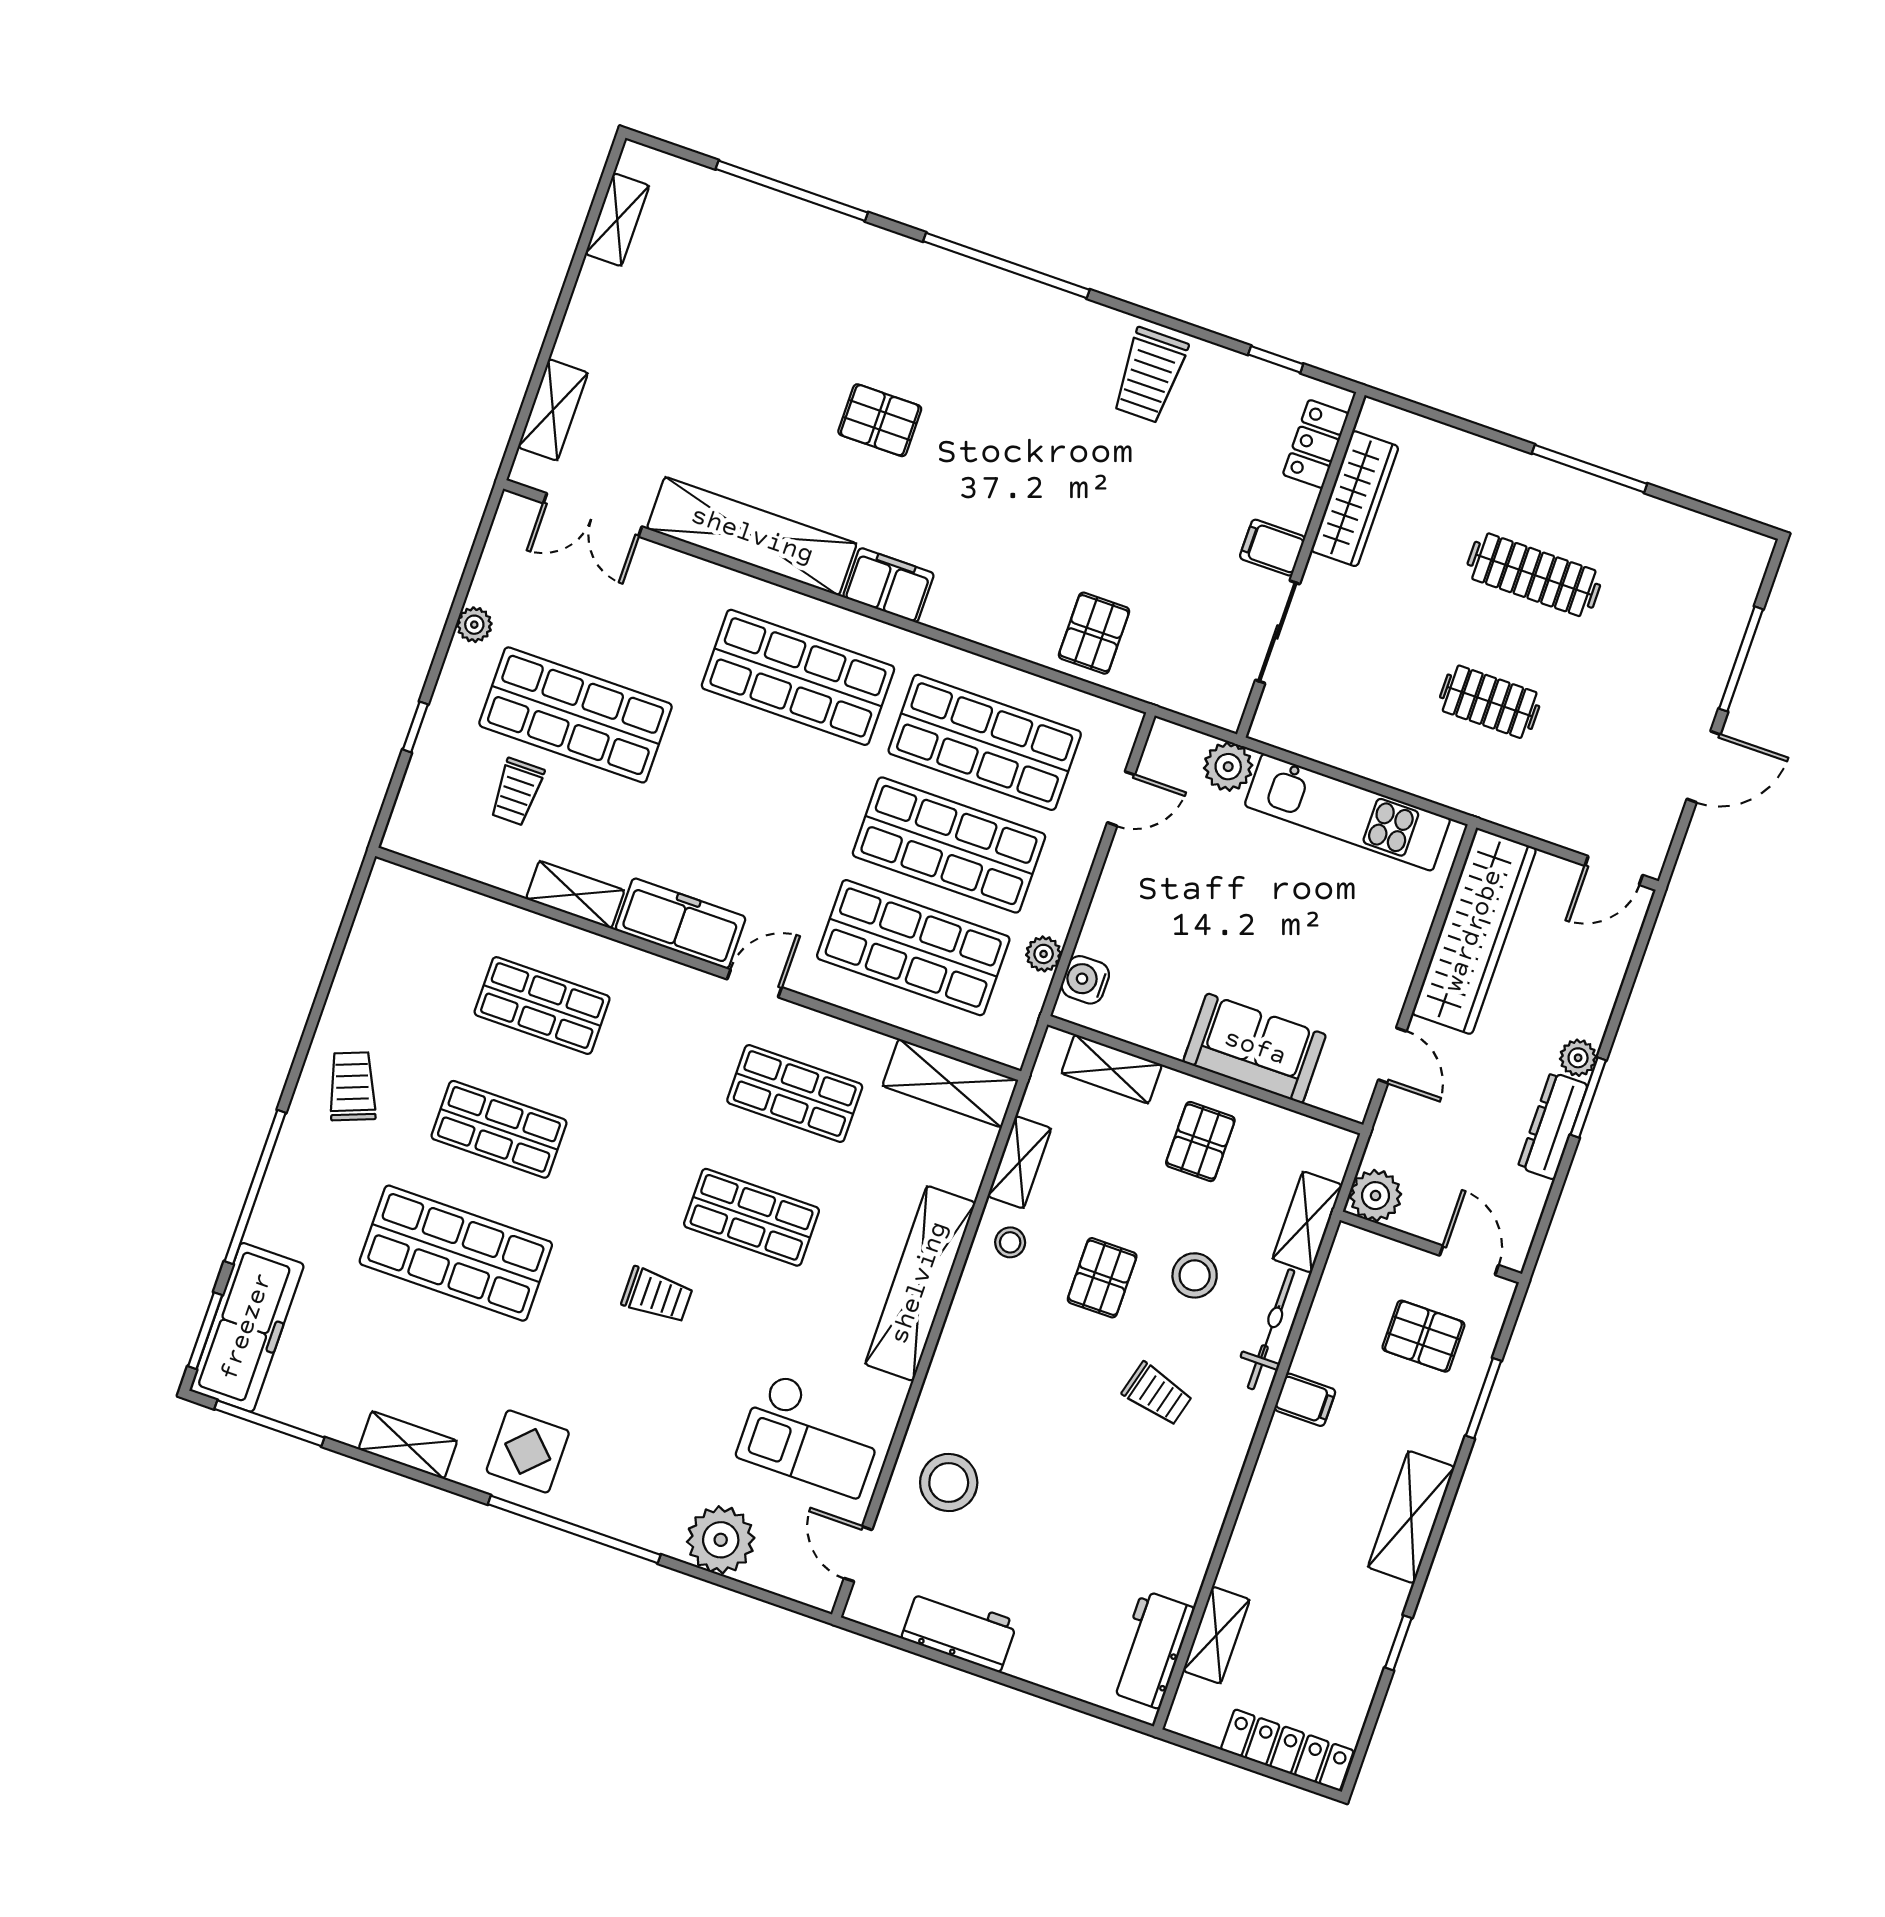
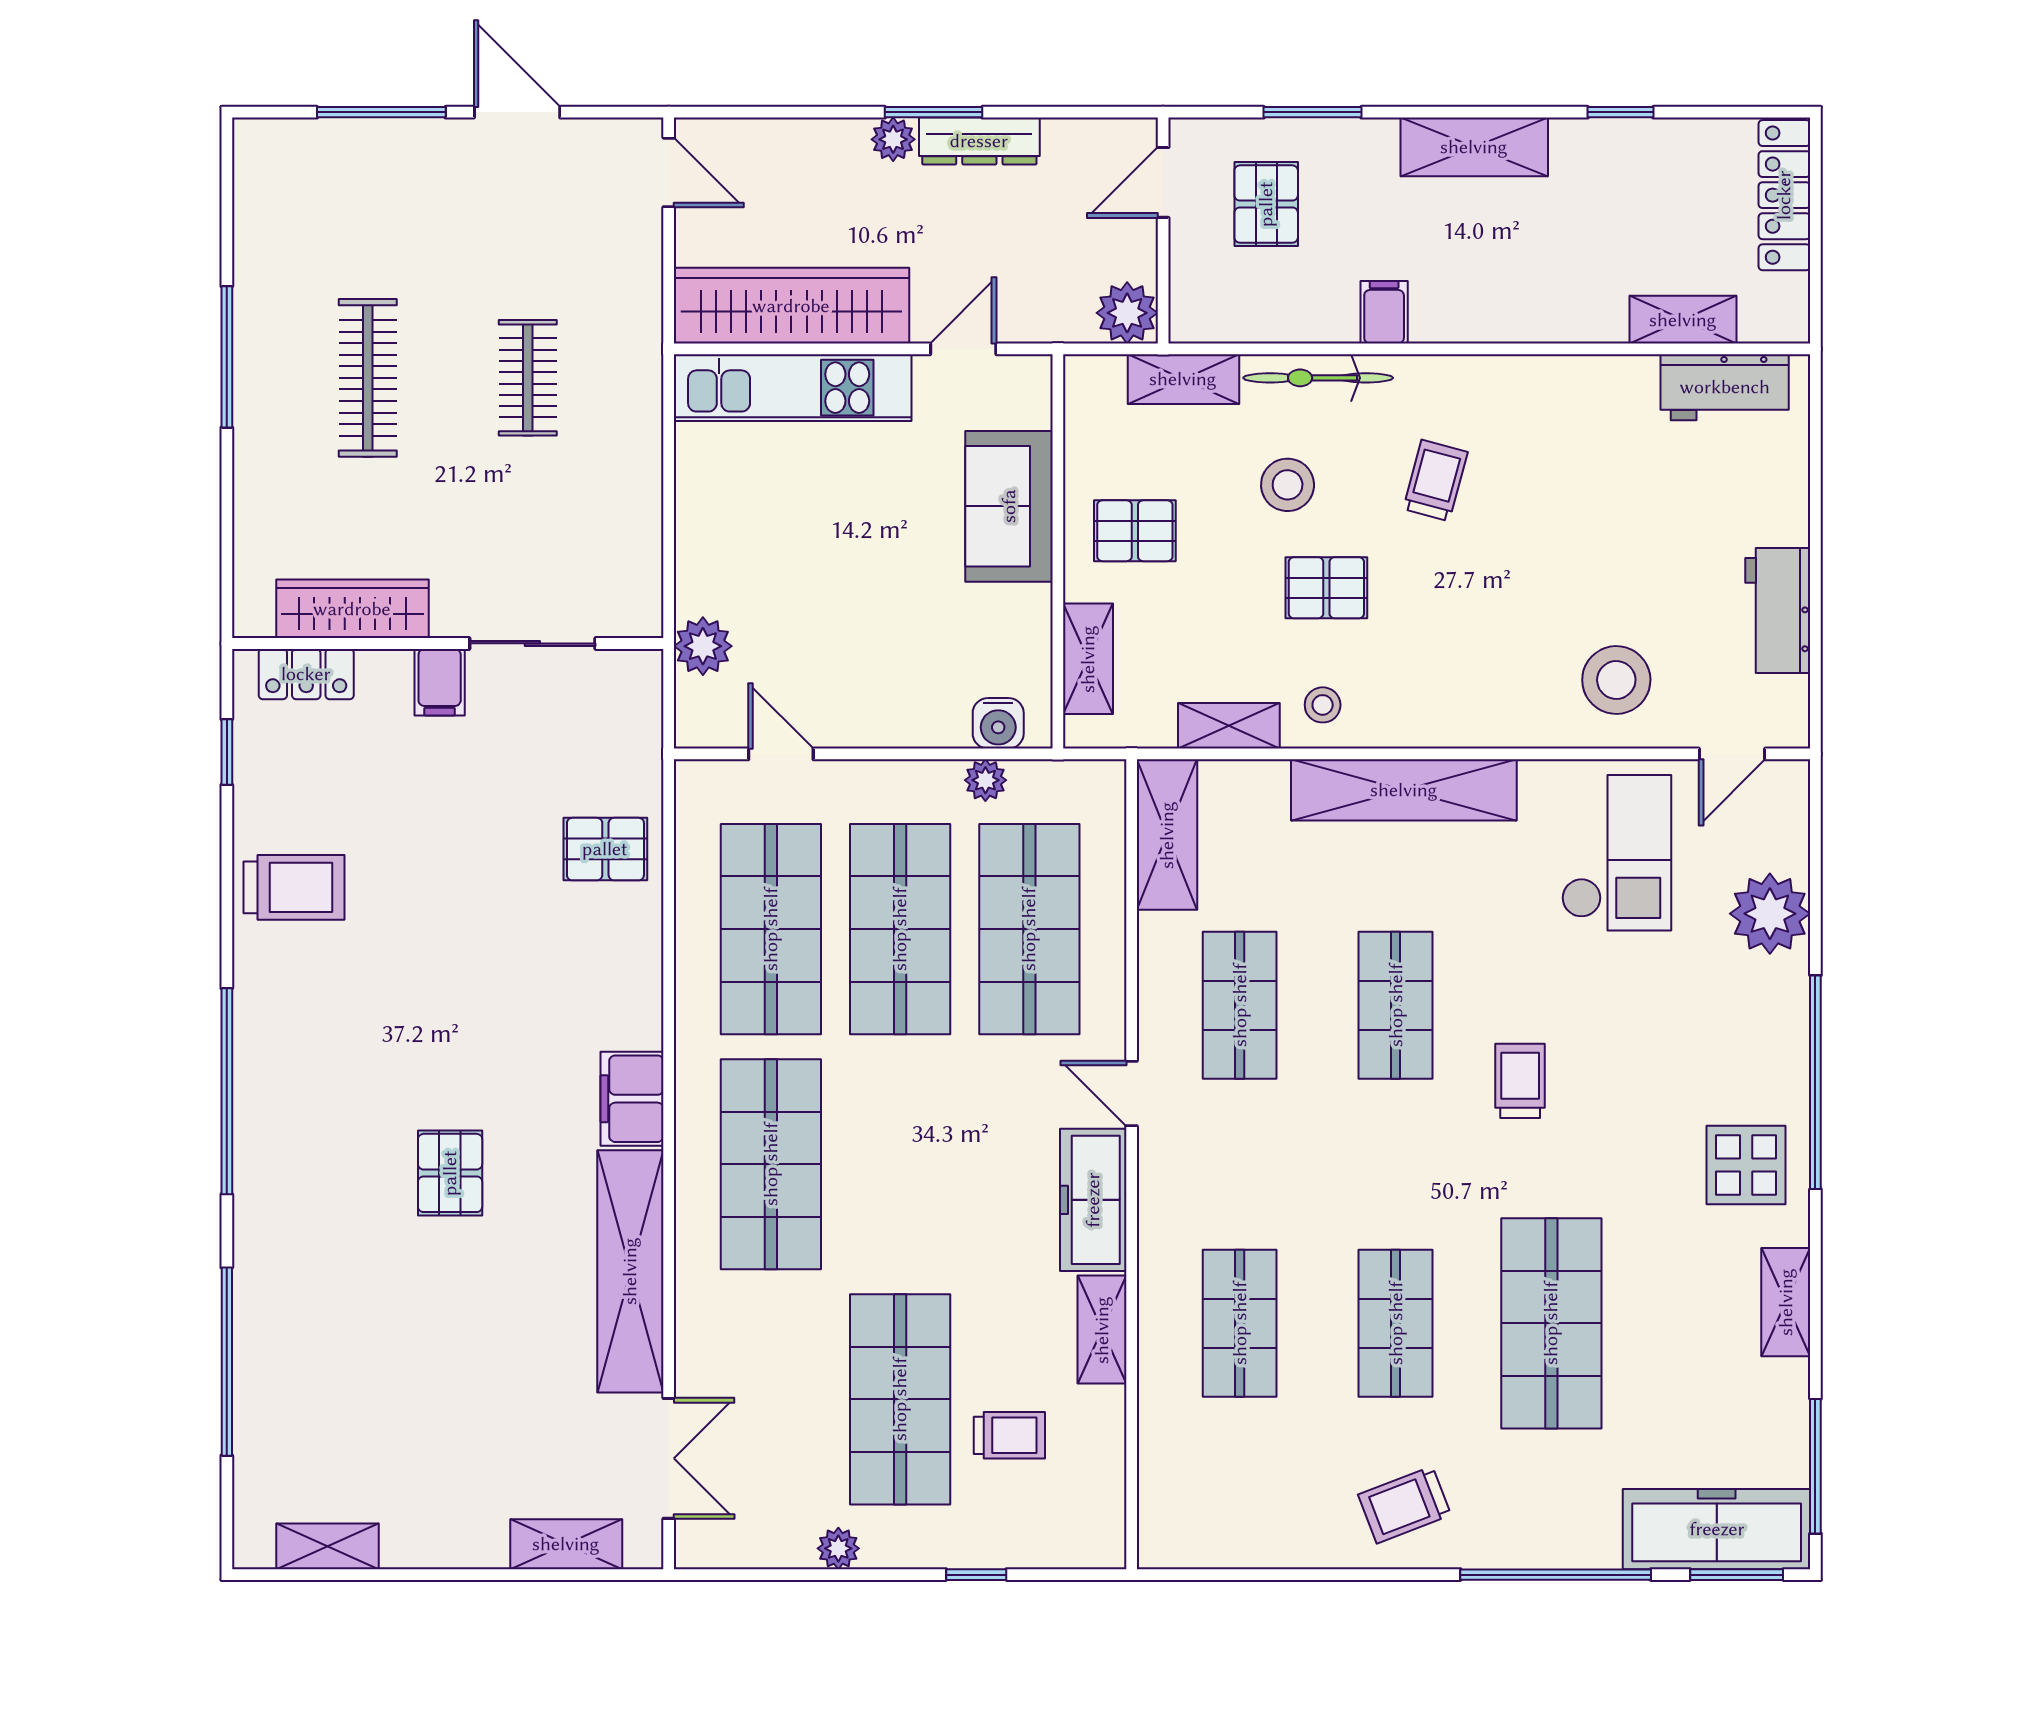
kitchen unit: (1347, 812) -> (793, 388), moved, turned 90

